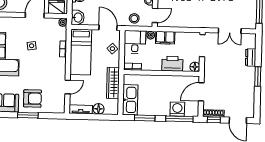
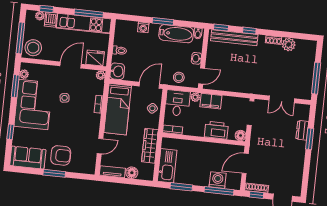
door: (108, 28) -> (149, 85), hinge flipped
window: (258, 76) -> (310, 139), moved

